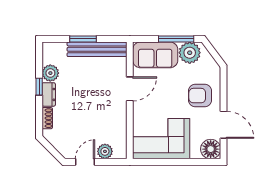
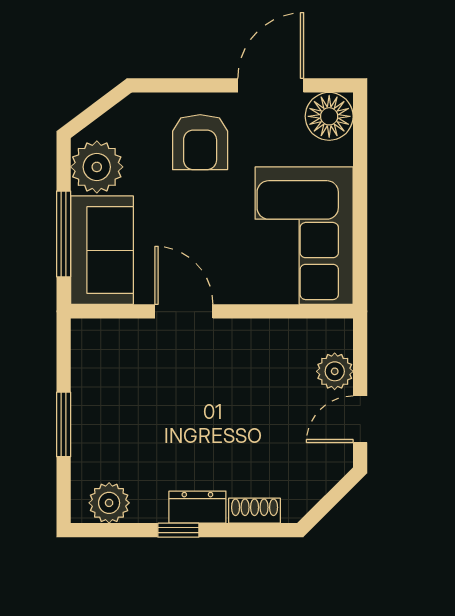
window: (176, 39) -> (64, 234), moved
bench: (97, 49) -> (89, 390), removed
plant: (50, 73) -> (109, 503), moved
door: (85, 162) -> (360, 419), hinge flipped

